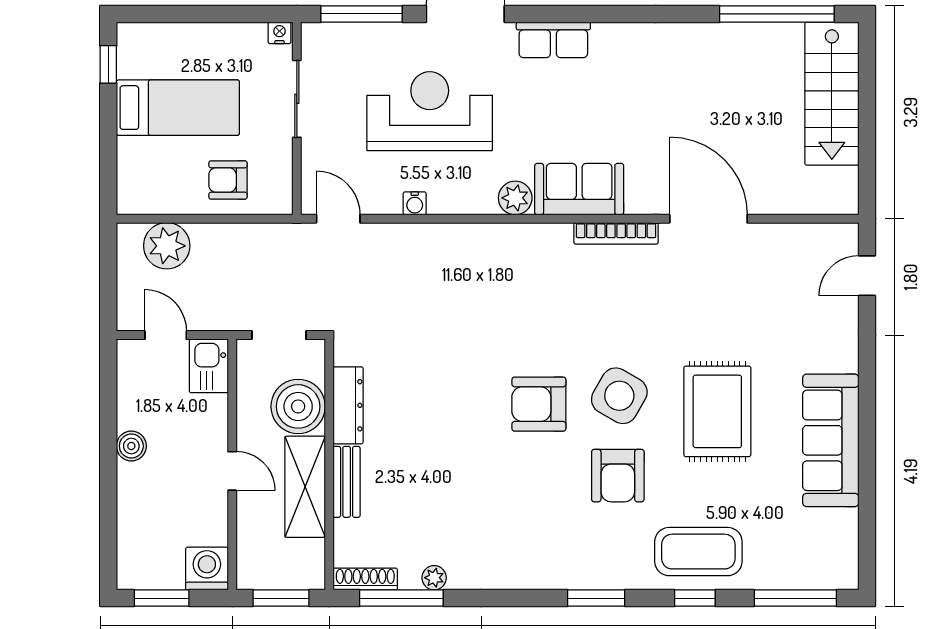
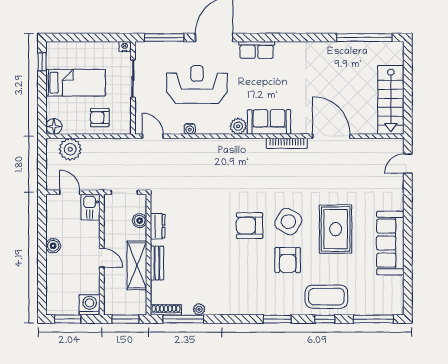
stairs: (832, 94) -> (391, 100), moved
floor lamp: (133, 198) -> (54, 126), added
dresser: (348, 405) -> (158, 226), width x0.70
boiler: (298, 406) -> (140, 221), width x0.54, depth x0.54

